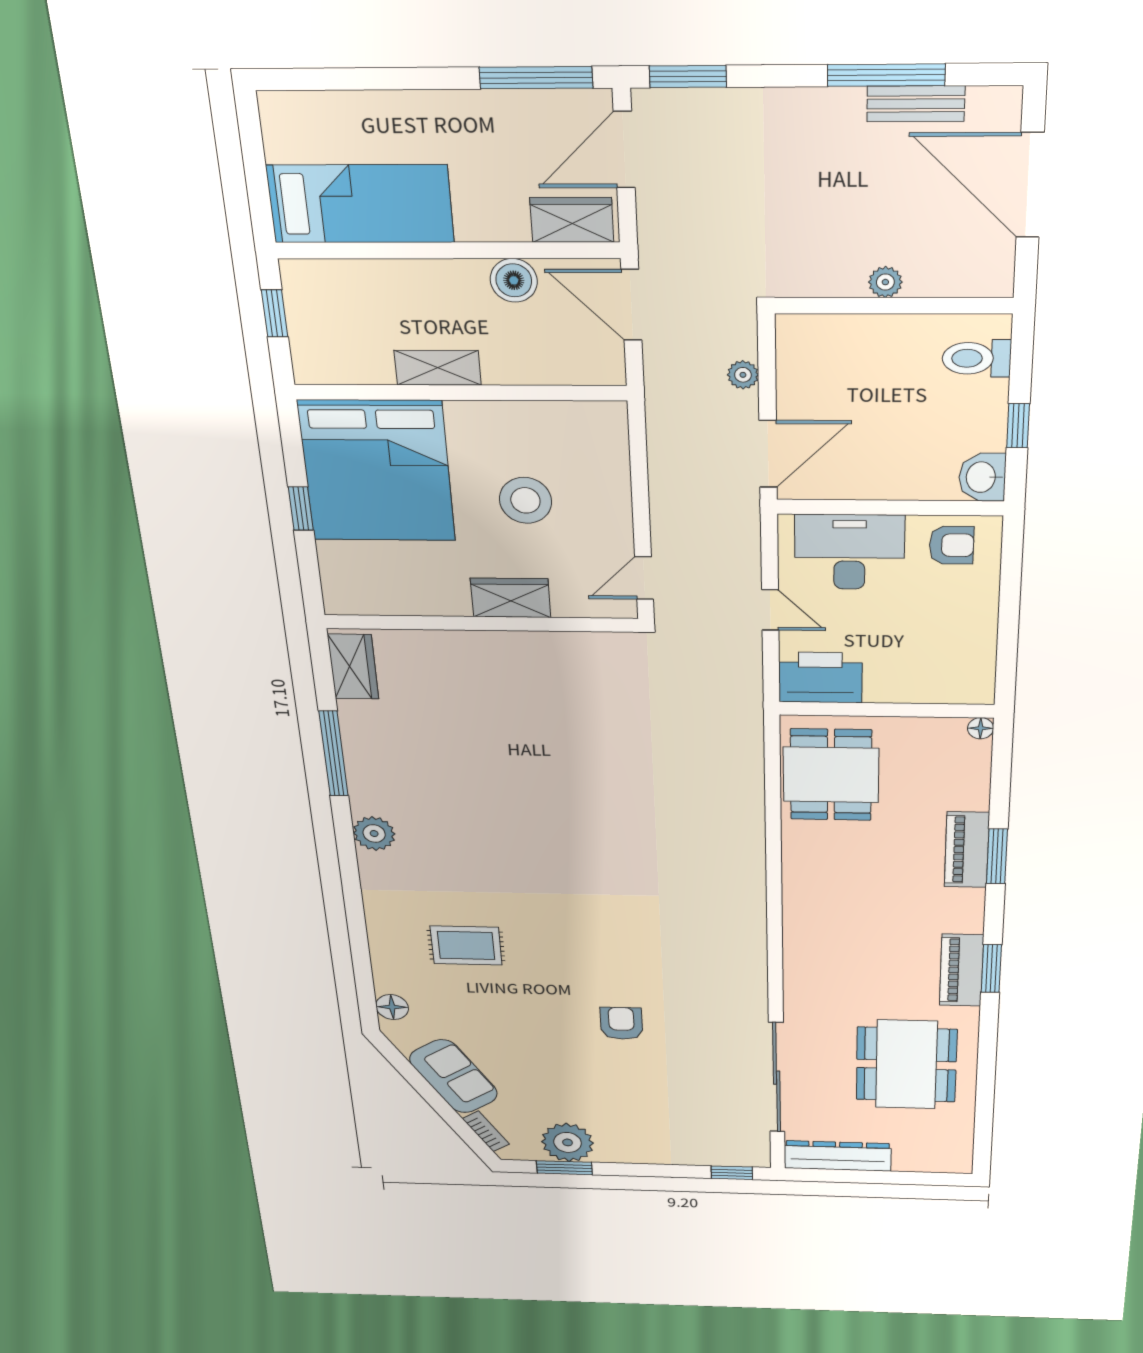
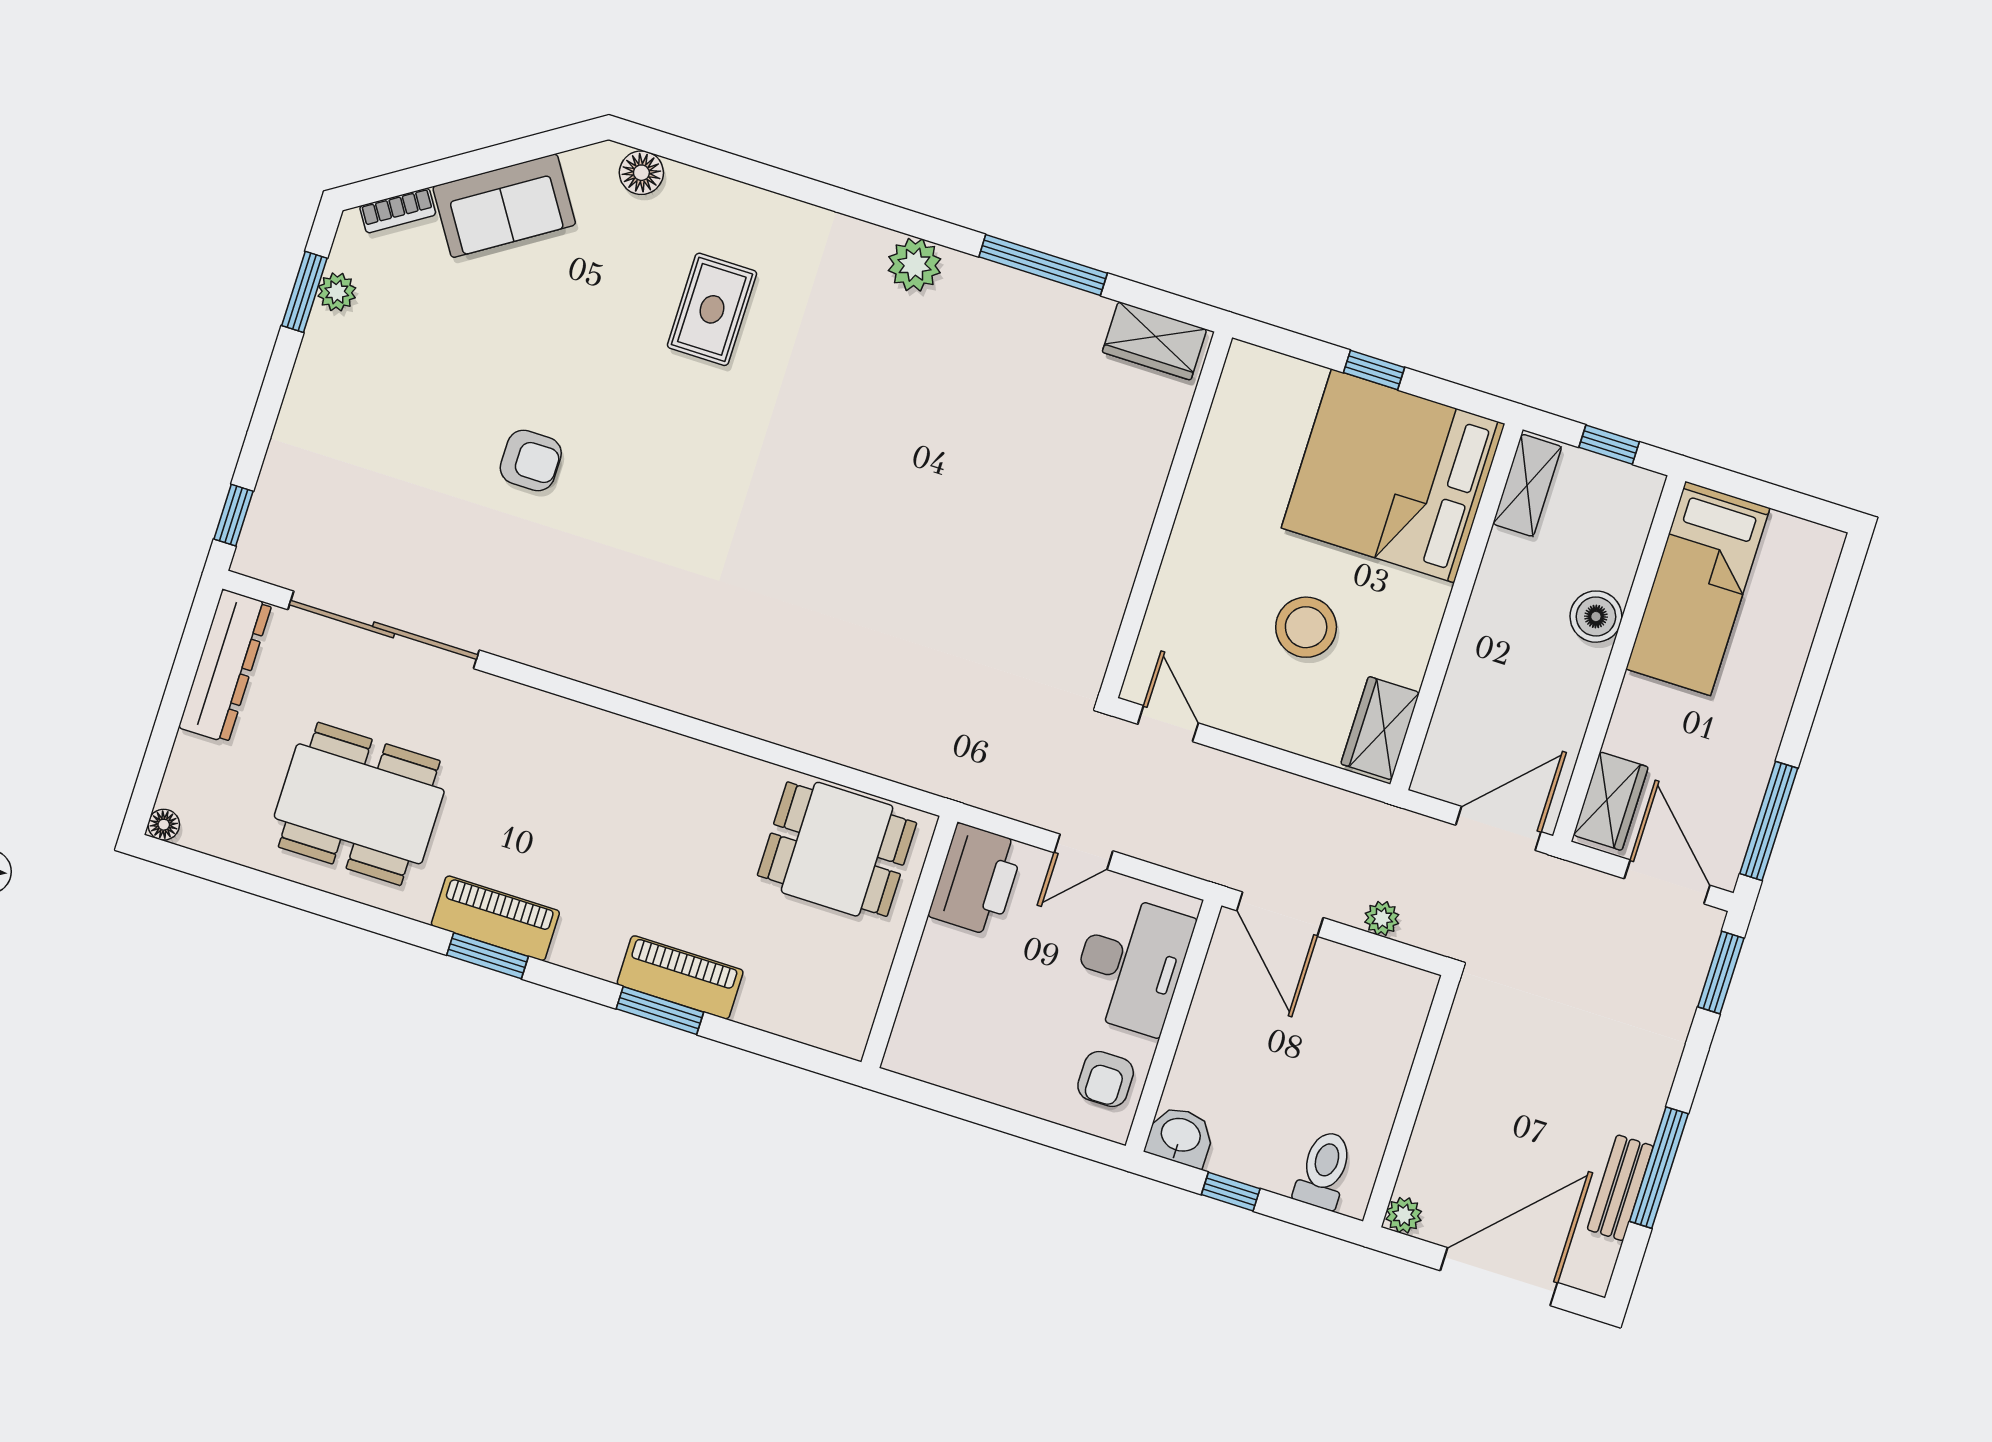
boiler: (514, 280) -> (1596, 617), moved
plant: (885, 282) -> (1404, 1215), moved
shelving: (438, 368) -> (1527, 485), moved
wardrobe: (511, 598) -> (1380, 728), moved, turned 180
floor lamp: (981, 728) -> (164, 825), moved
plant: (568, 1142) -> (337, 292), width x0.53, depth x0.53

